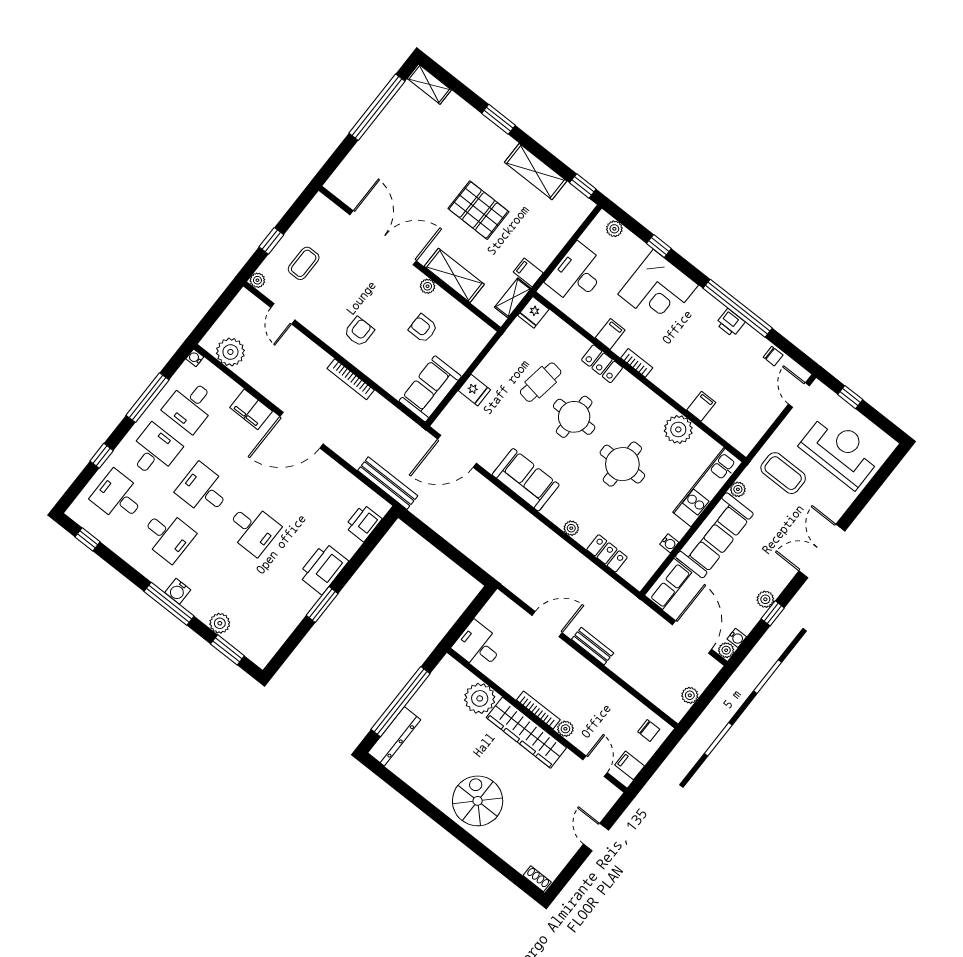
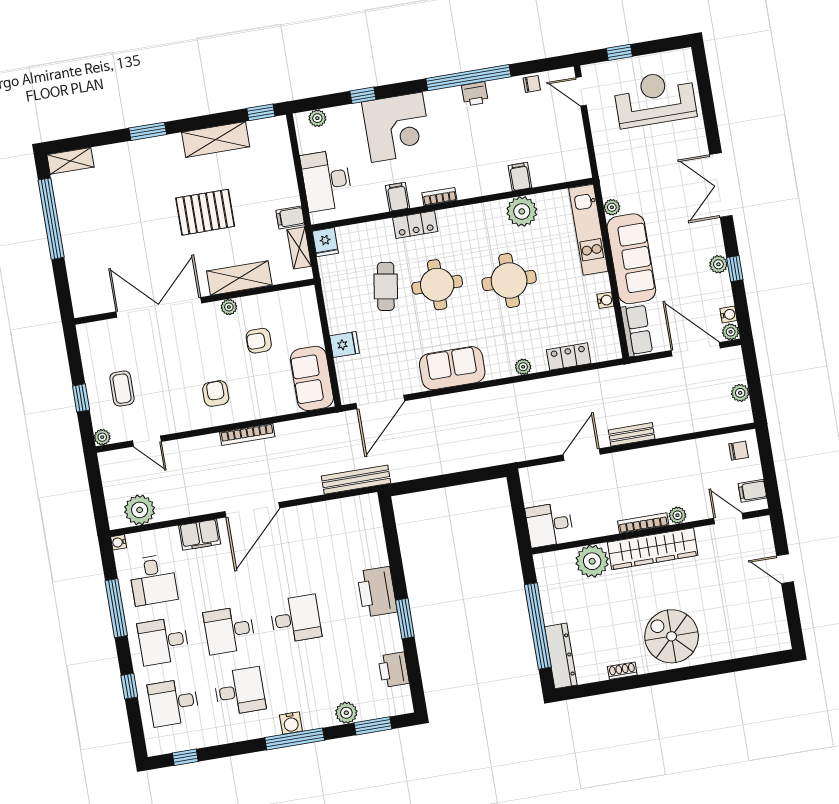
desk: (154, 451) -> (163, 641), turned -90
coffee table: (783, 473) -> (631, 160), removed
printer: (363, 523) -> (394, 670), moved
shoe rack: (537, 879) -> (622, 671), moved

